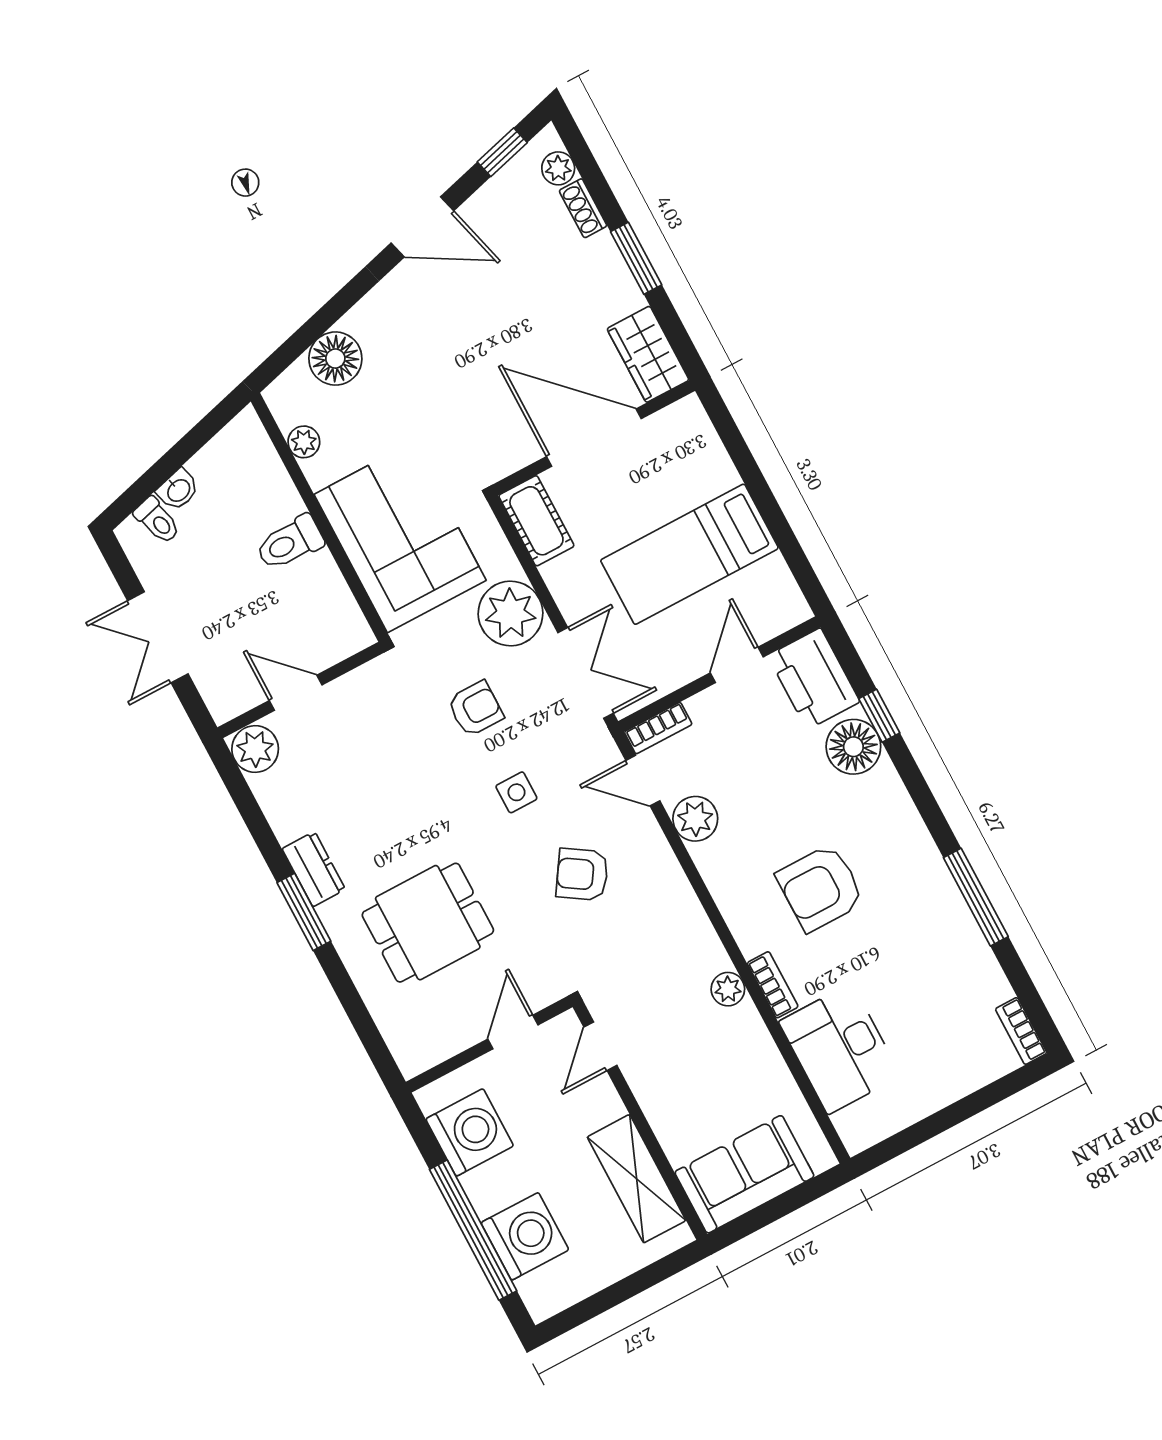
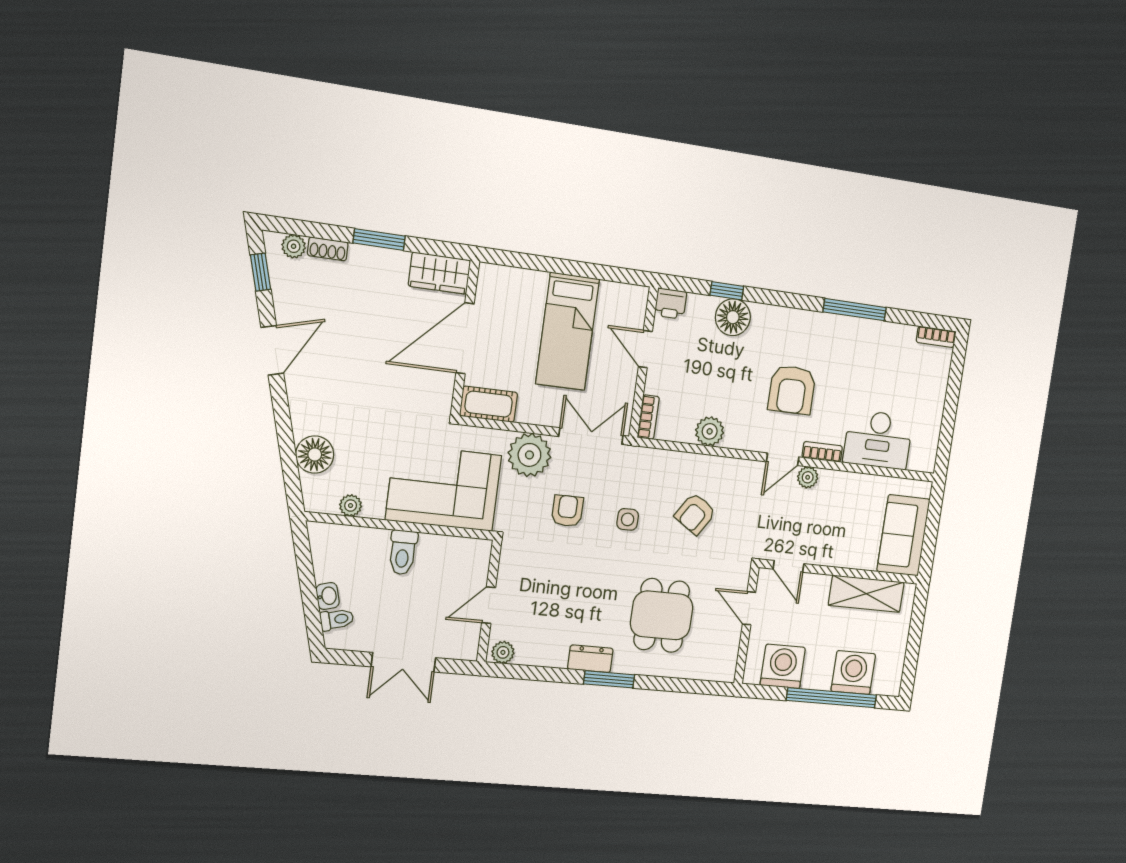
printer: (814, 679) -> (671, 304), width x0.53, depth x0.68
plant: (255, 749) -> (503, 652), width x0.73, depth x0.73
door: (643, 781) -> (783, 459), moved

